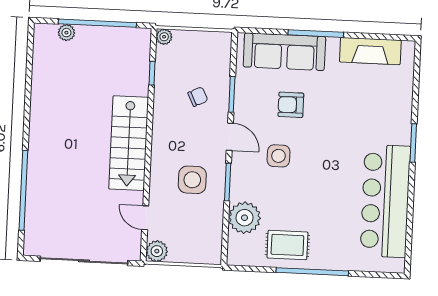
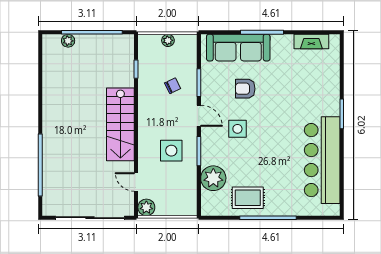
plant: (164, 37) -> (168, 40), moved
fireplace: (370, 51) -> (311, 42), width x0.73, depth x0.76

